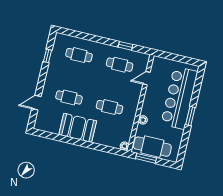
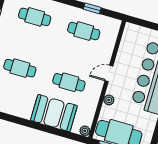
door: (147, 78) -> (109, 73), moved
booth: (78, 128) -> (54, 113), moved

